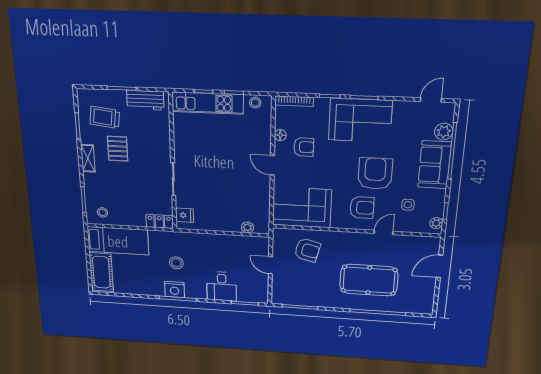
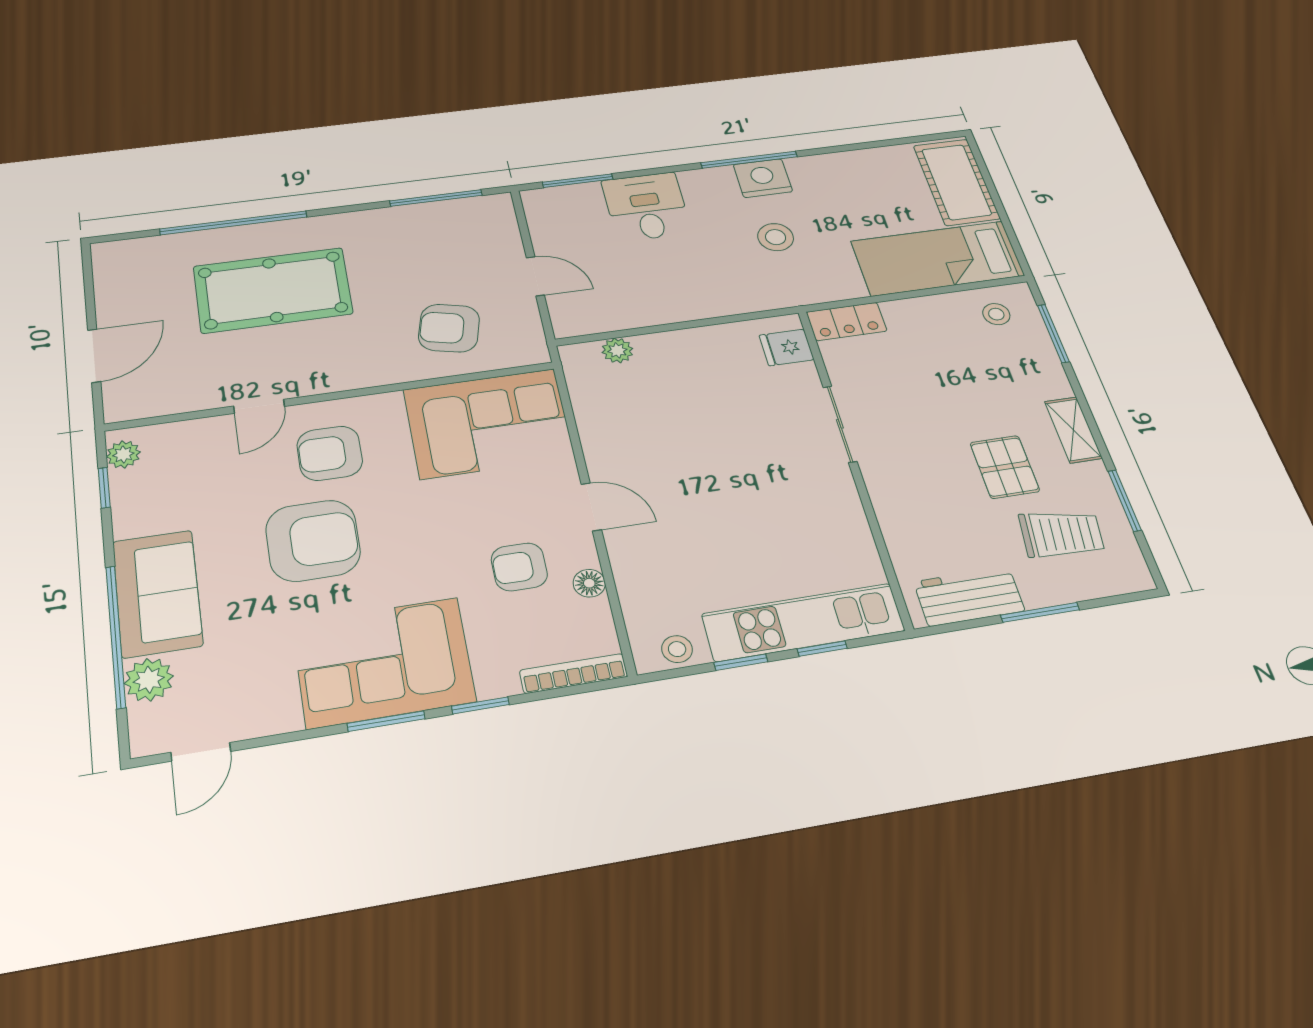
armchair: (375, 174) -> (313, 540), turned -90
side table: (408, 205) -> (209, 483), removed

